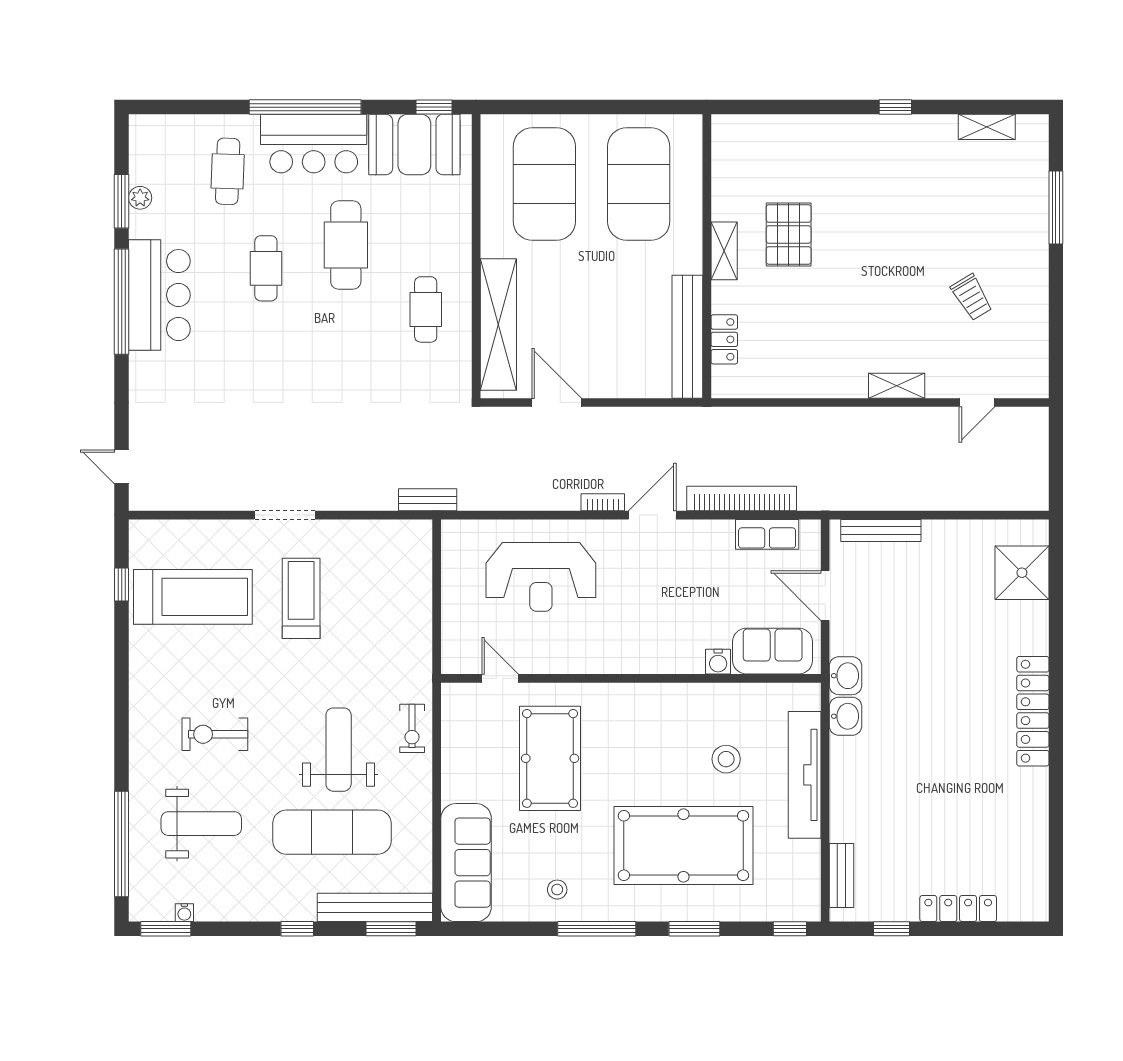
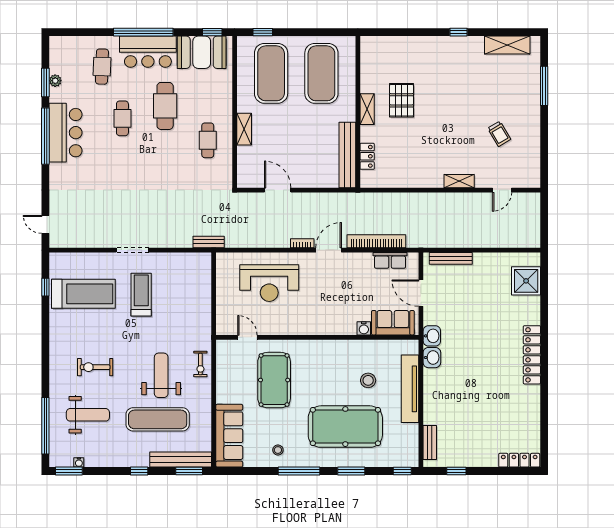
window: (529, 107) -> (263, 32), added
shelving: (987, 127) -> (507, 45), width x1.50, depth x1.33
shelving: (498, 324) -> (244, 129), width x0.45, depth x0.75
locker: (958, 909) -> (519, 460), moved

